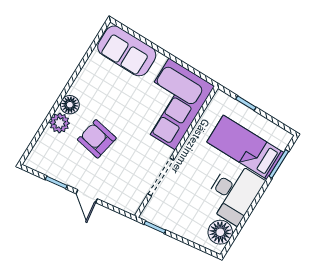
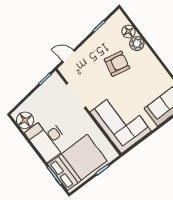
floor lamp: (70, 105) -> (129, 31), moved
bed: (245, 147) -> (77, 162), width x1.50
door: (87, 196) -> (68, 56), moved

